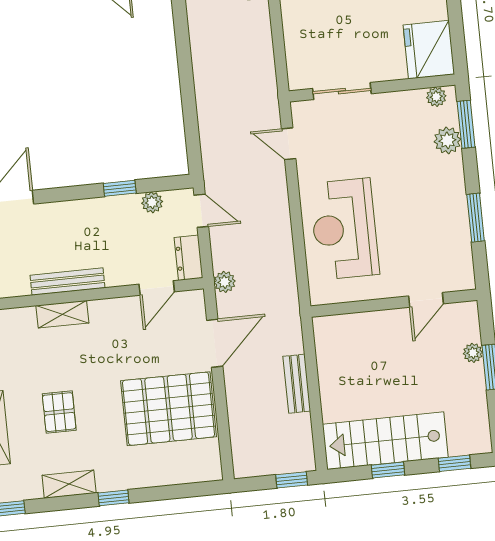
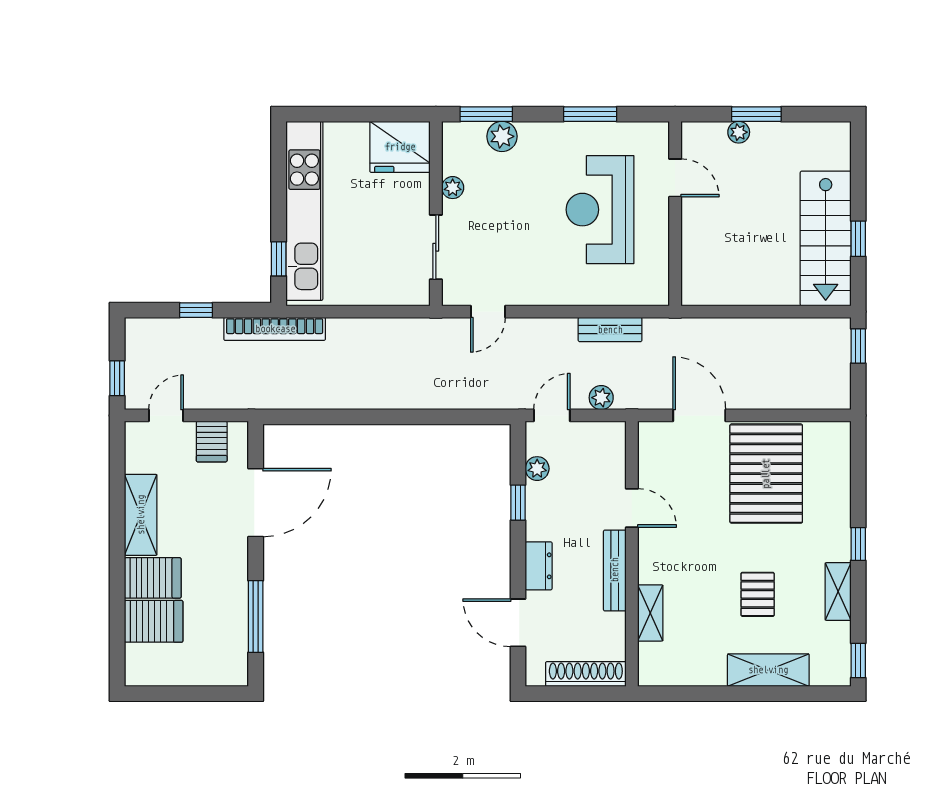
plant: (436, 97) -> (453, 188), moved
reception desk: (344, 229) -> (600, 210), moved, turned 90
dresser: (189, 258) -> (539, 566), moved, turned -90
plant: (225, 282) -> (601, 398), moved
door: (157, 288) -> (632, 508), moved
shelving: (62, 314) -> (650, 613), moved
bench: (297, 384) -> (610, 330), moved
pallet: (59, 412) -> (758, 594), turned 90
window: (454, 463) -> (858, 165), removed

